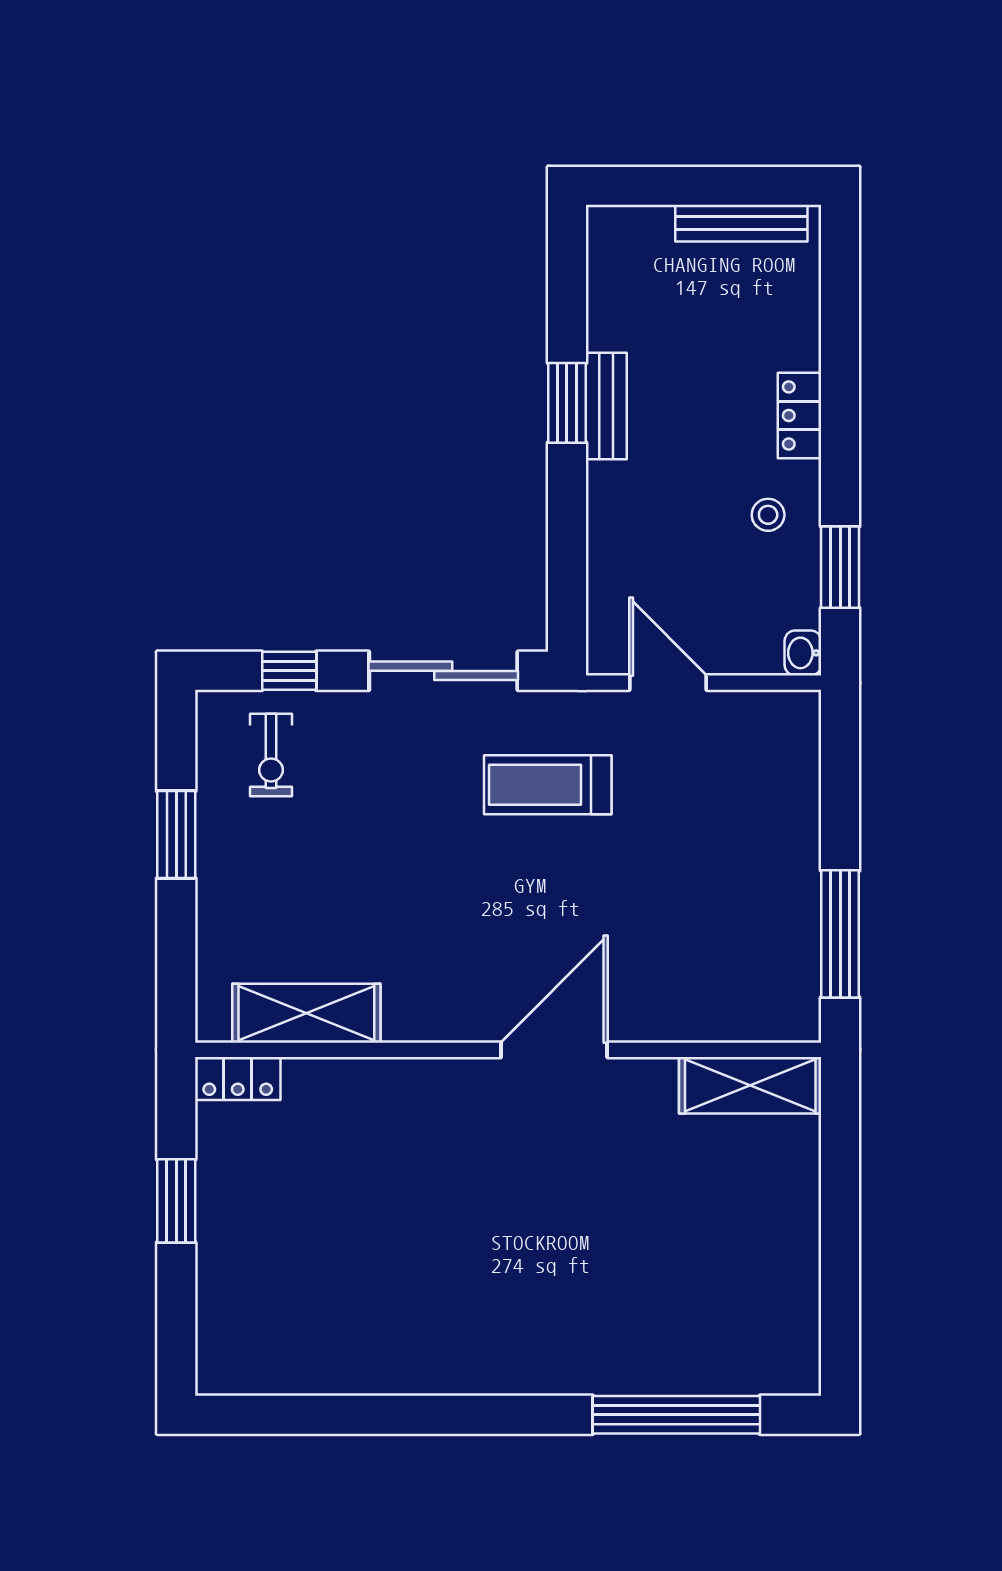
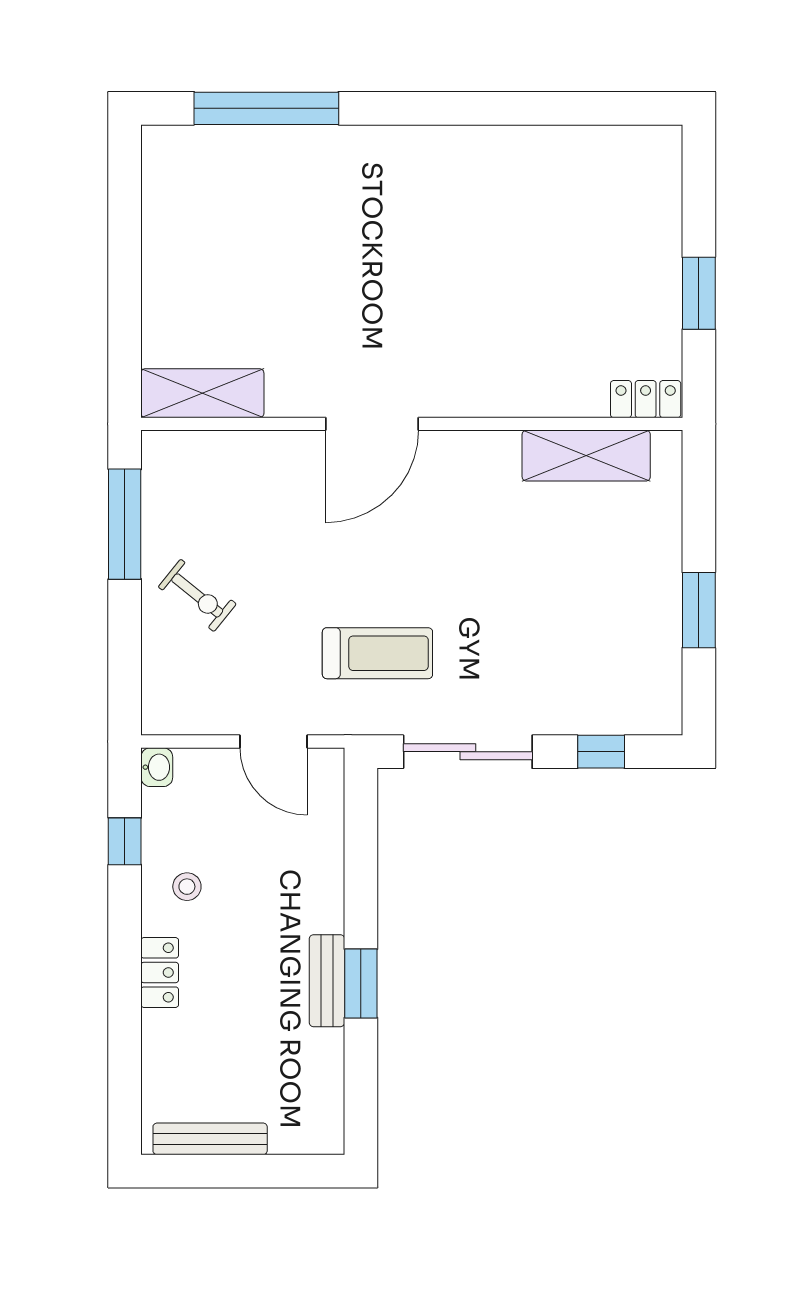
window: (840, 567) -> (125, 841), width x0.67
exercise bike: (271, 755) -> (197, 595), moved, turned 129

